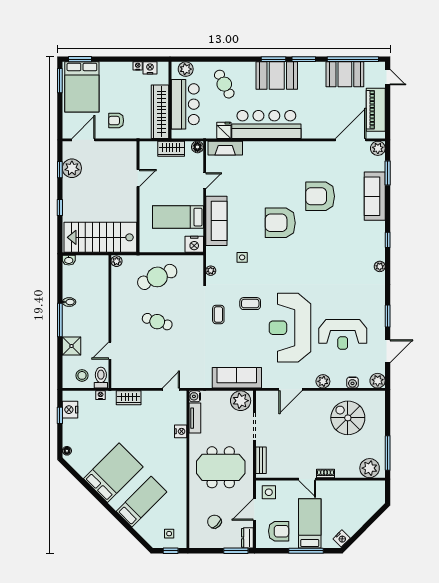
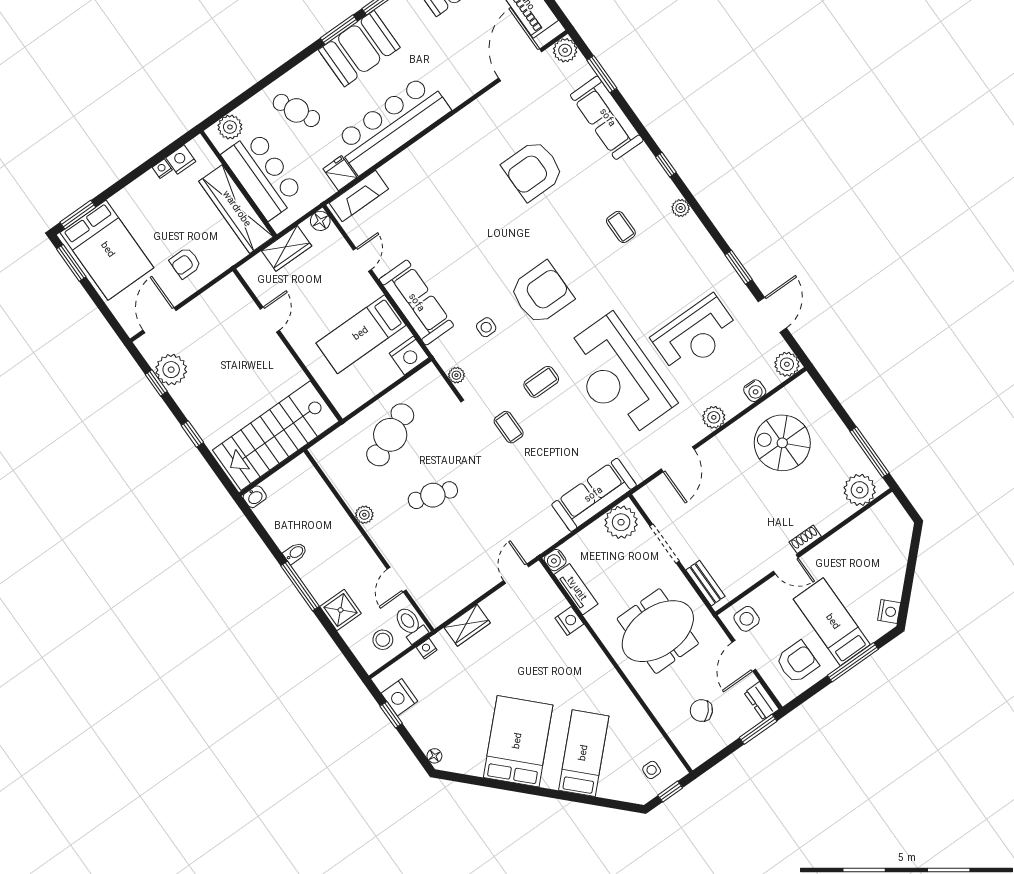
armchair: (280, 223) -> (541, 293), moved, turned 180
coffee table: (344, 255) -> (621, 227), added
plant: (117, 261) -> (364, 515), moved

